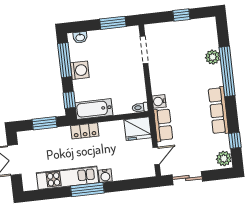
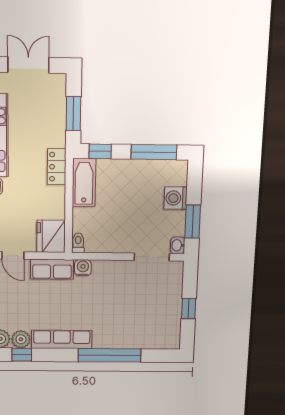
washbasin: (80, 37) -> (178, 245), moved
plant: (213, 57) -> (21, 339), moved
washing machine: (80, 70) -> (176, 198), moved, turned 90

